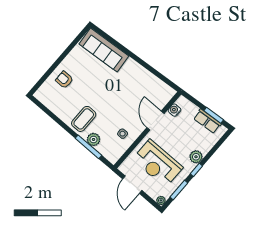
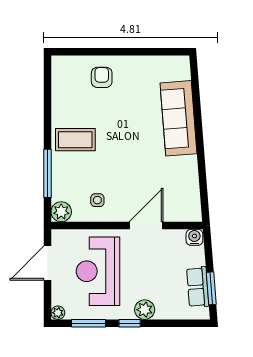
sofa: (104, 50) -> (179, 118), moved
water cooler: (175, 110) -> (194, 237), moved
plant: (94, 139) -> (61, 212), moved

